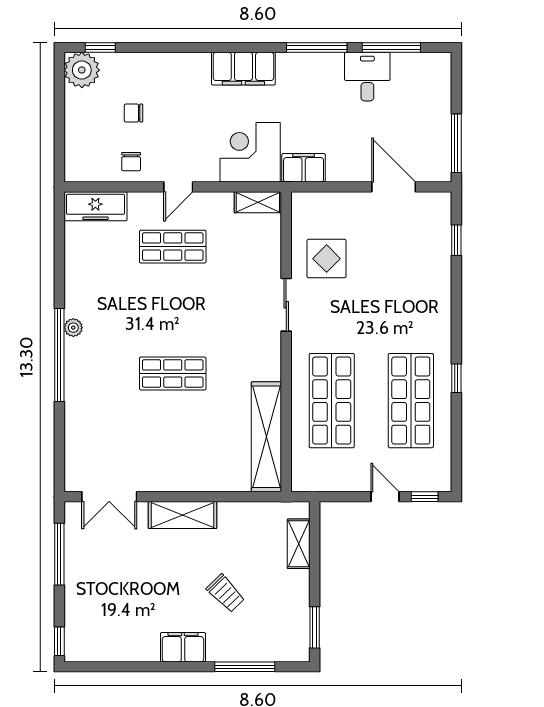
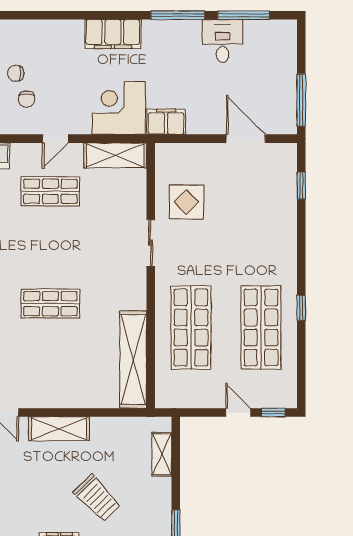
chair: (131, 162) -> (27, 99), moved
shelving: (258, 202) -> (115, 155), width x1.50, depth x1.33
trolley: (226, 593) -> (97, 498), width x1.36, depth x1.39

